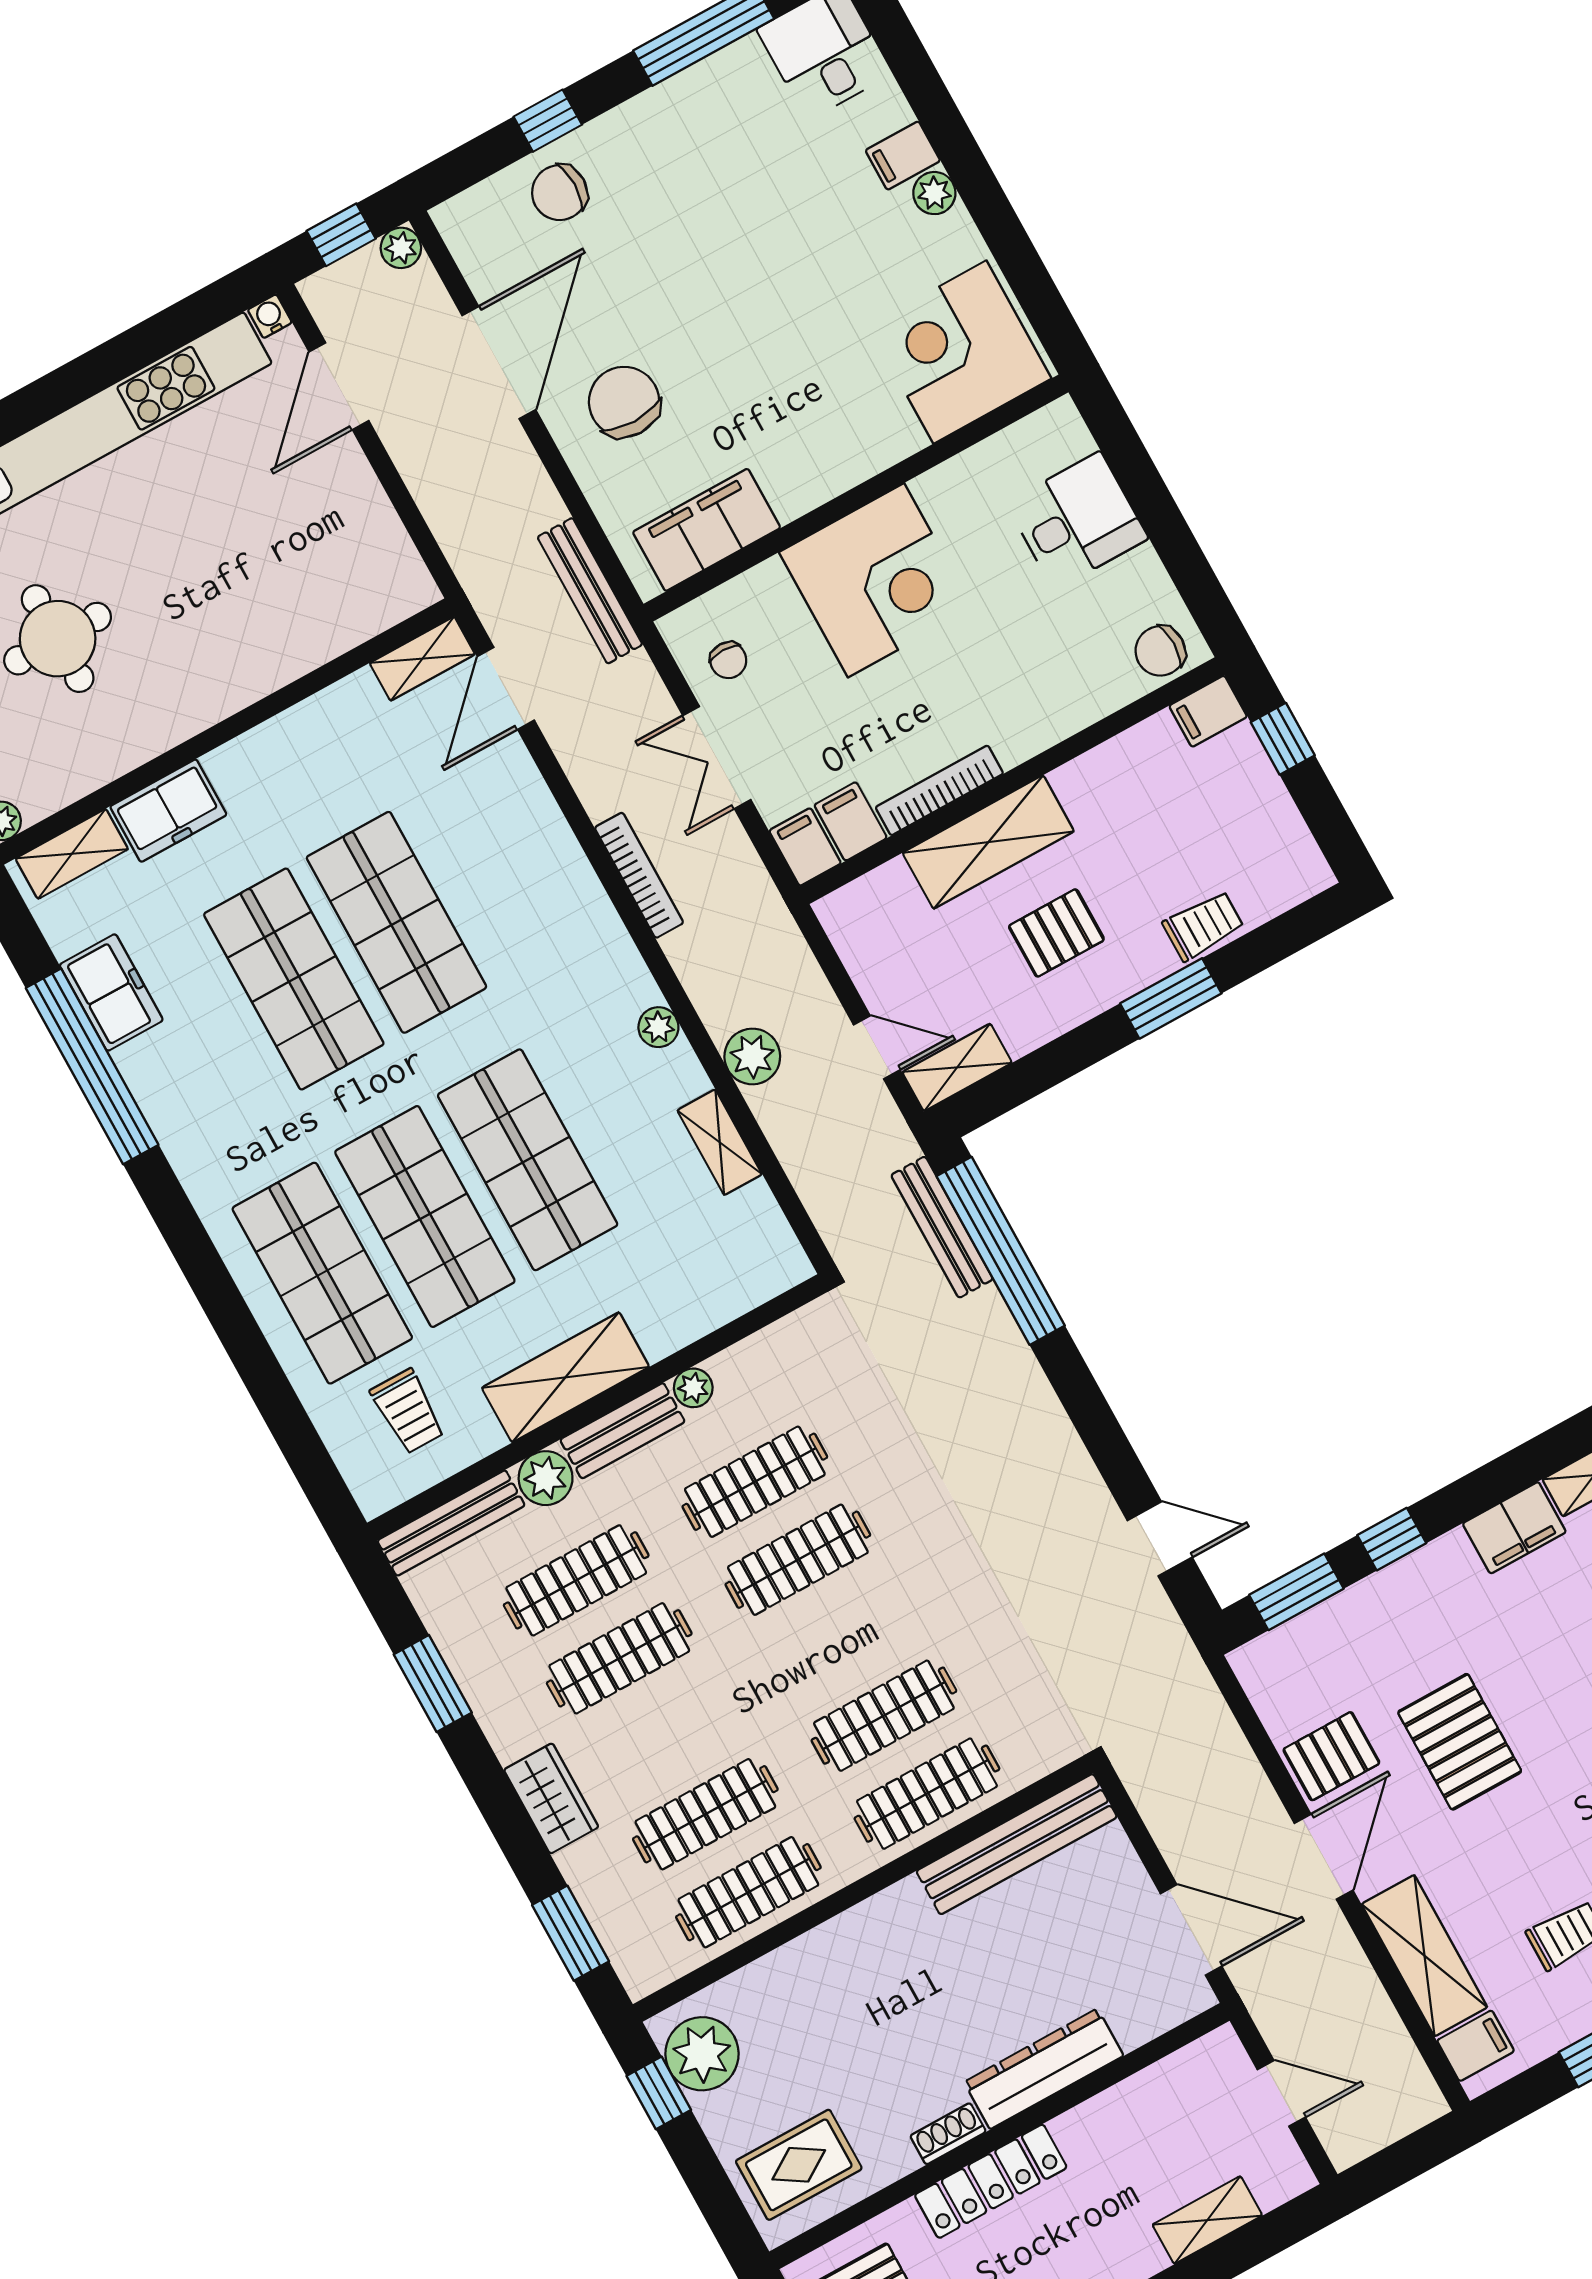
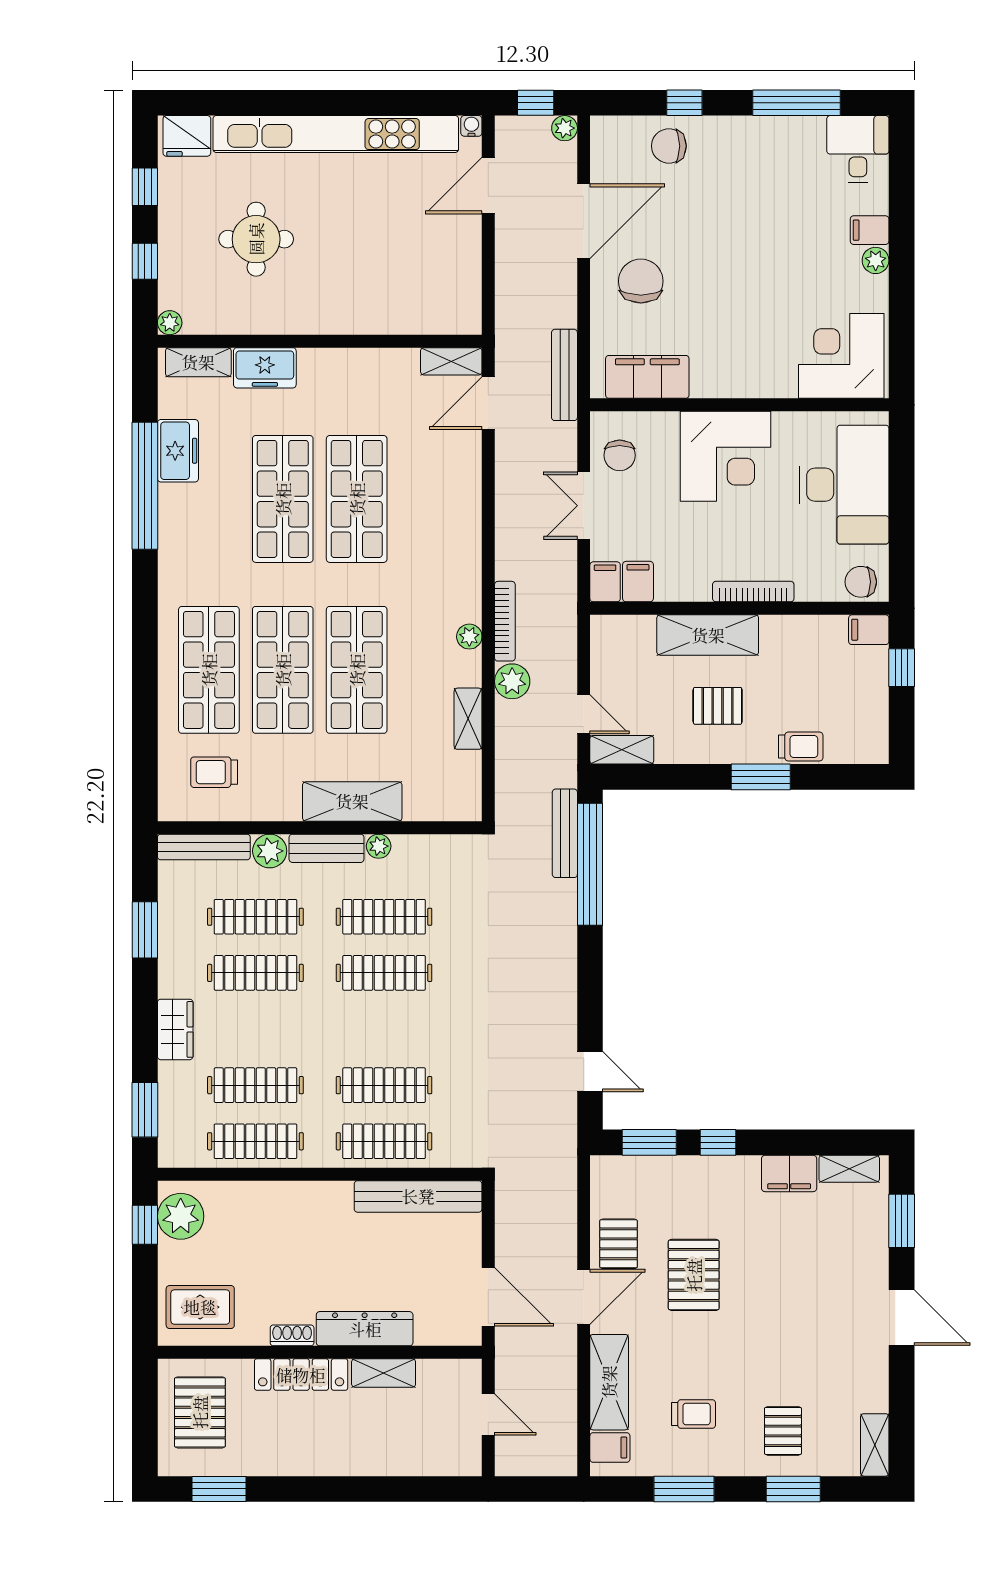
desk: (1077, 521) -> (844, 485), width x1.87, depth x1.30
chair: (728, 660) -> (620, 455), width x1.37, depth x1.37
bookcase: (939, 790) -> (753, 592), moved
bookcase: (639, 875) -> (505, 621), moved
shelving: (566, 1377) -> (352, 801), moved
trolley: (408, 1411) -> (214, 772), turned 90
pallet: (1331, 1756) -> (619, 1244), turned 90
shelving: (1207, 2220) -> (384, 1373), moved

